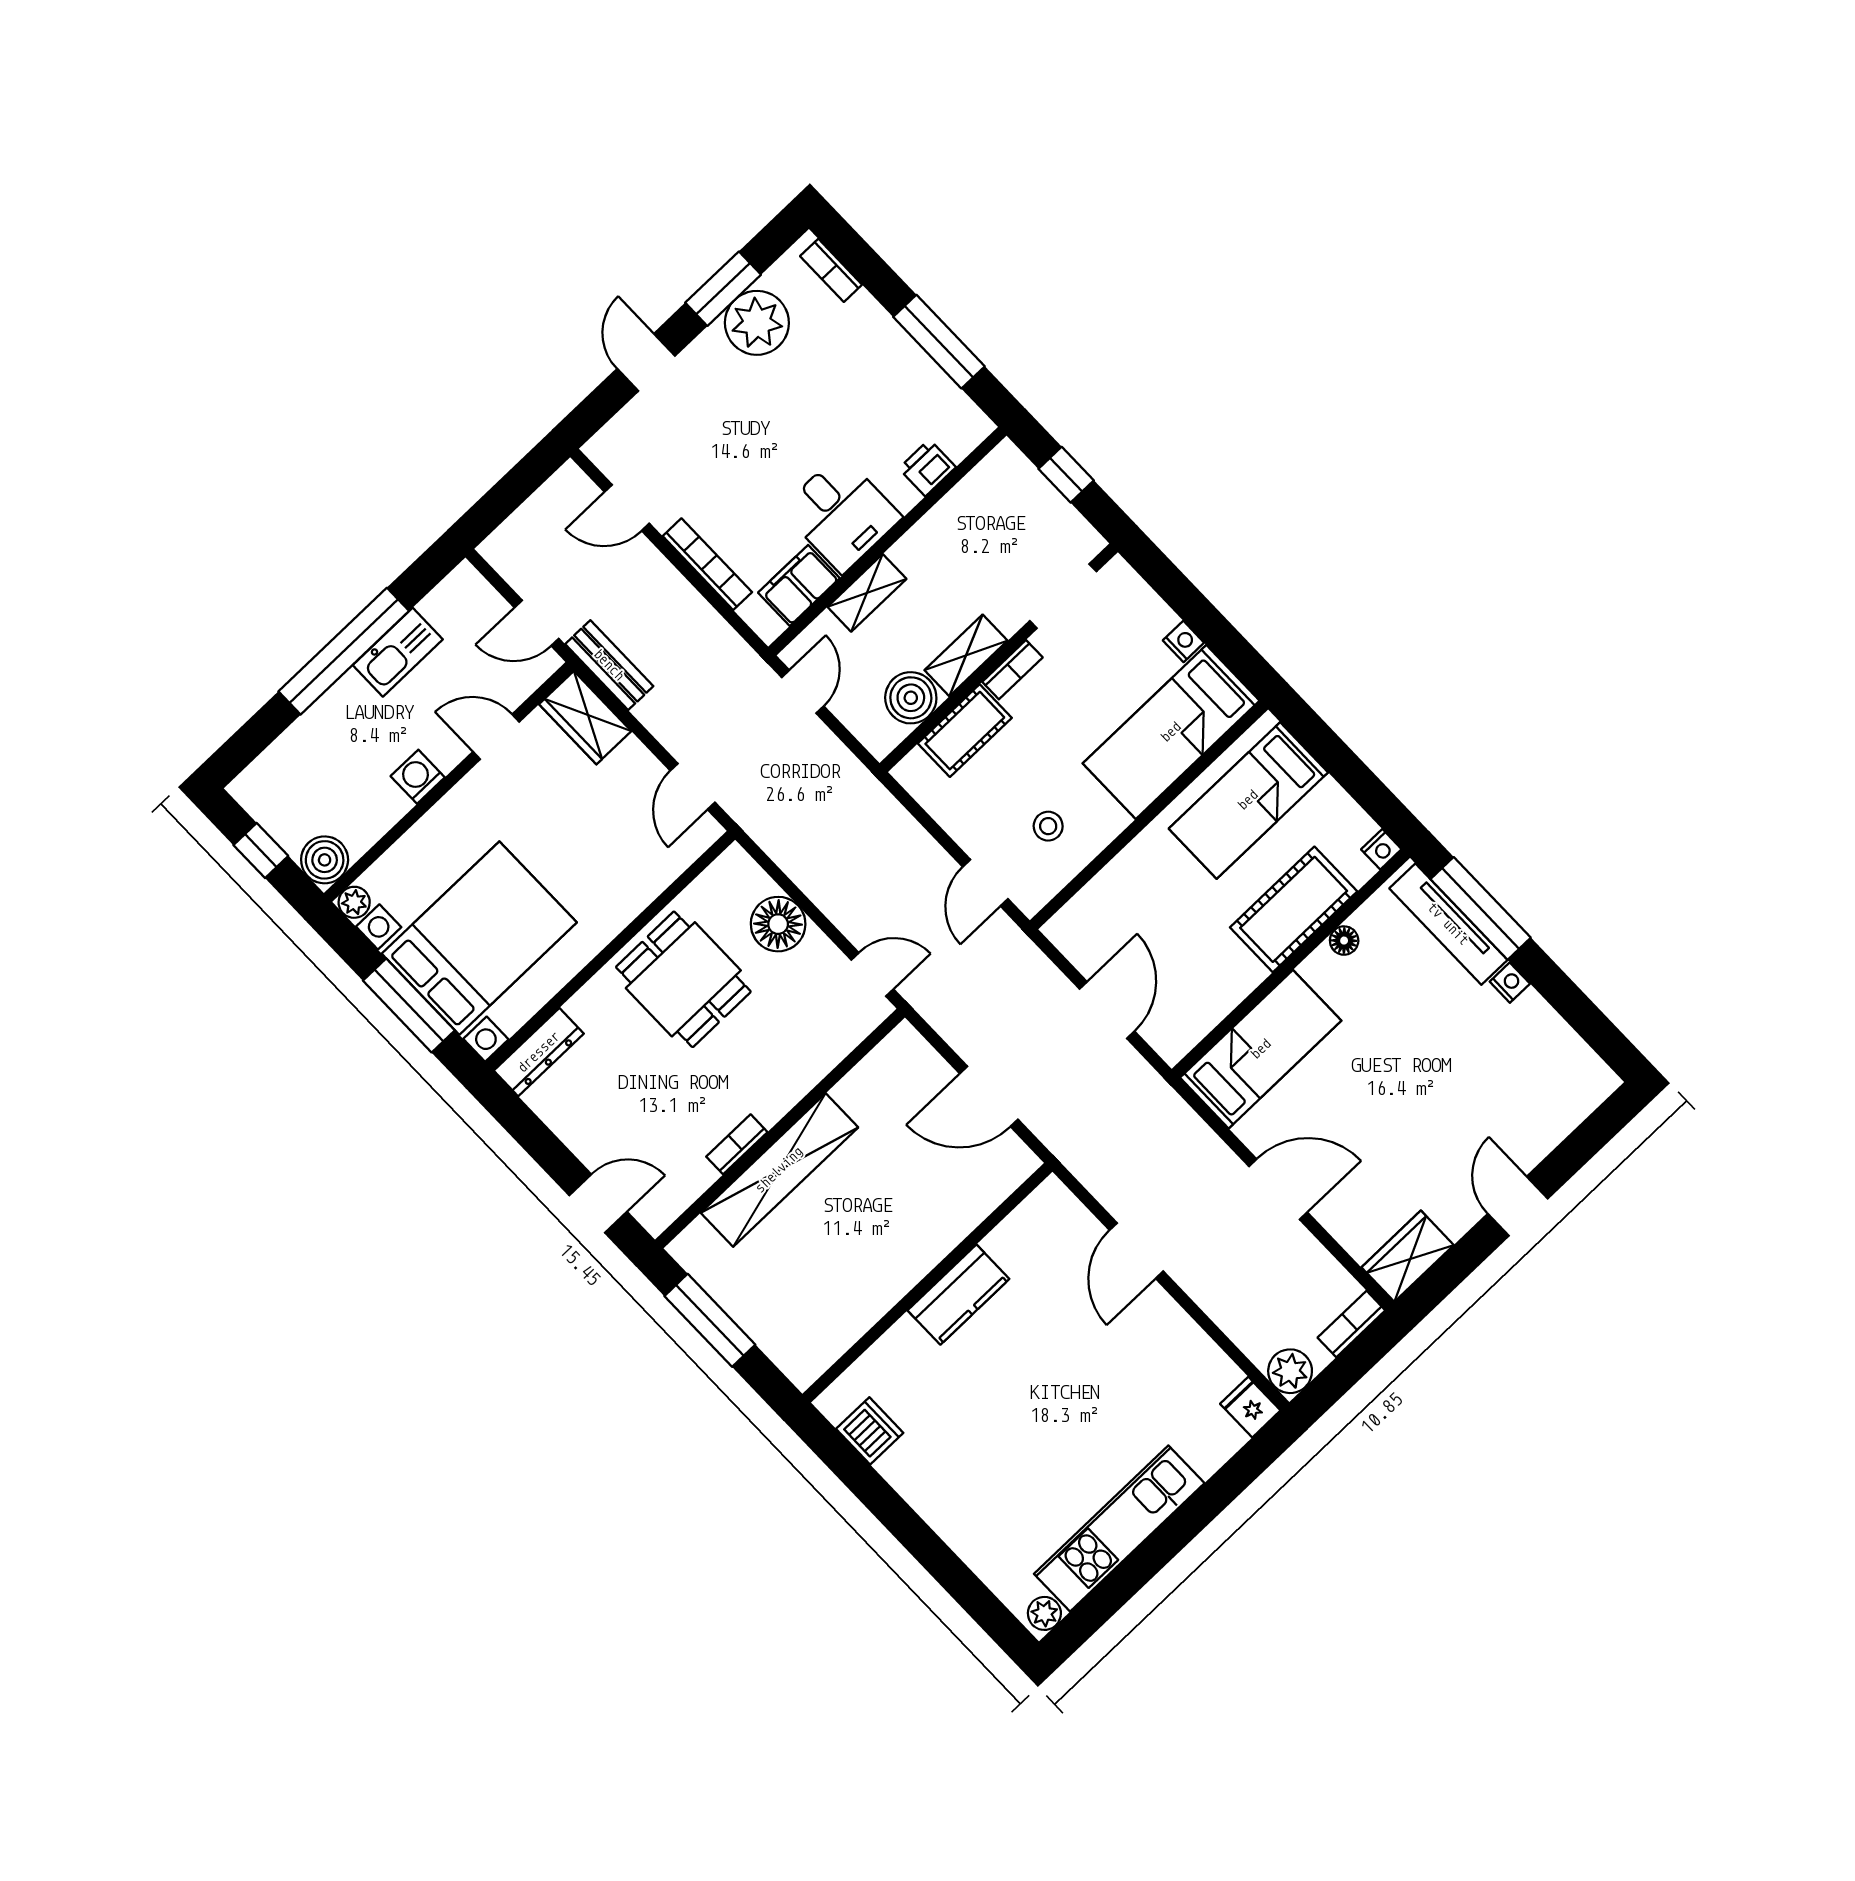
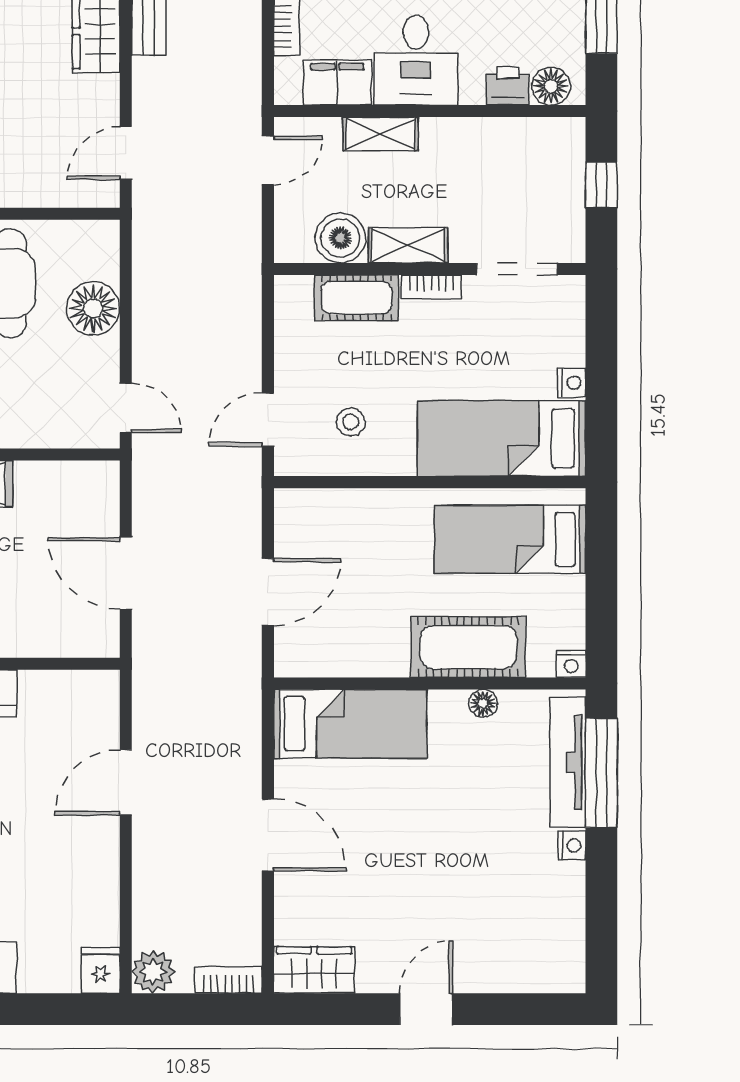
floor lamp: (959, 437) -> (551, 86), added

